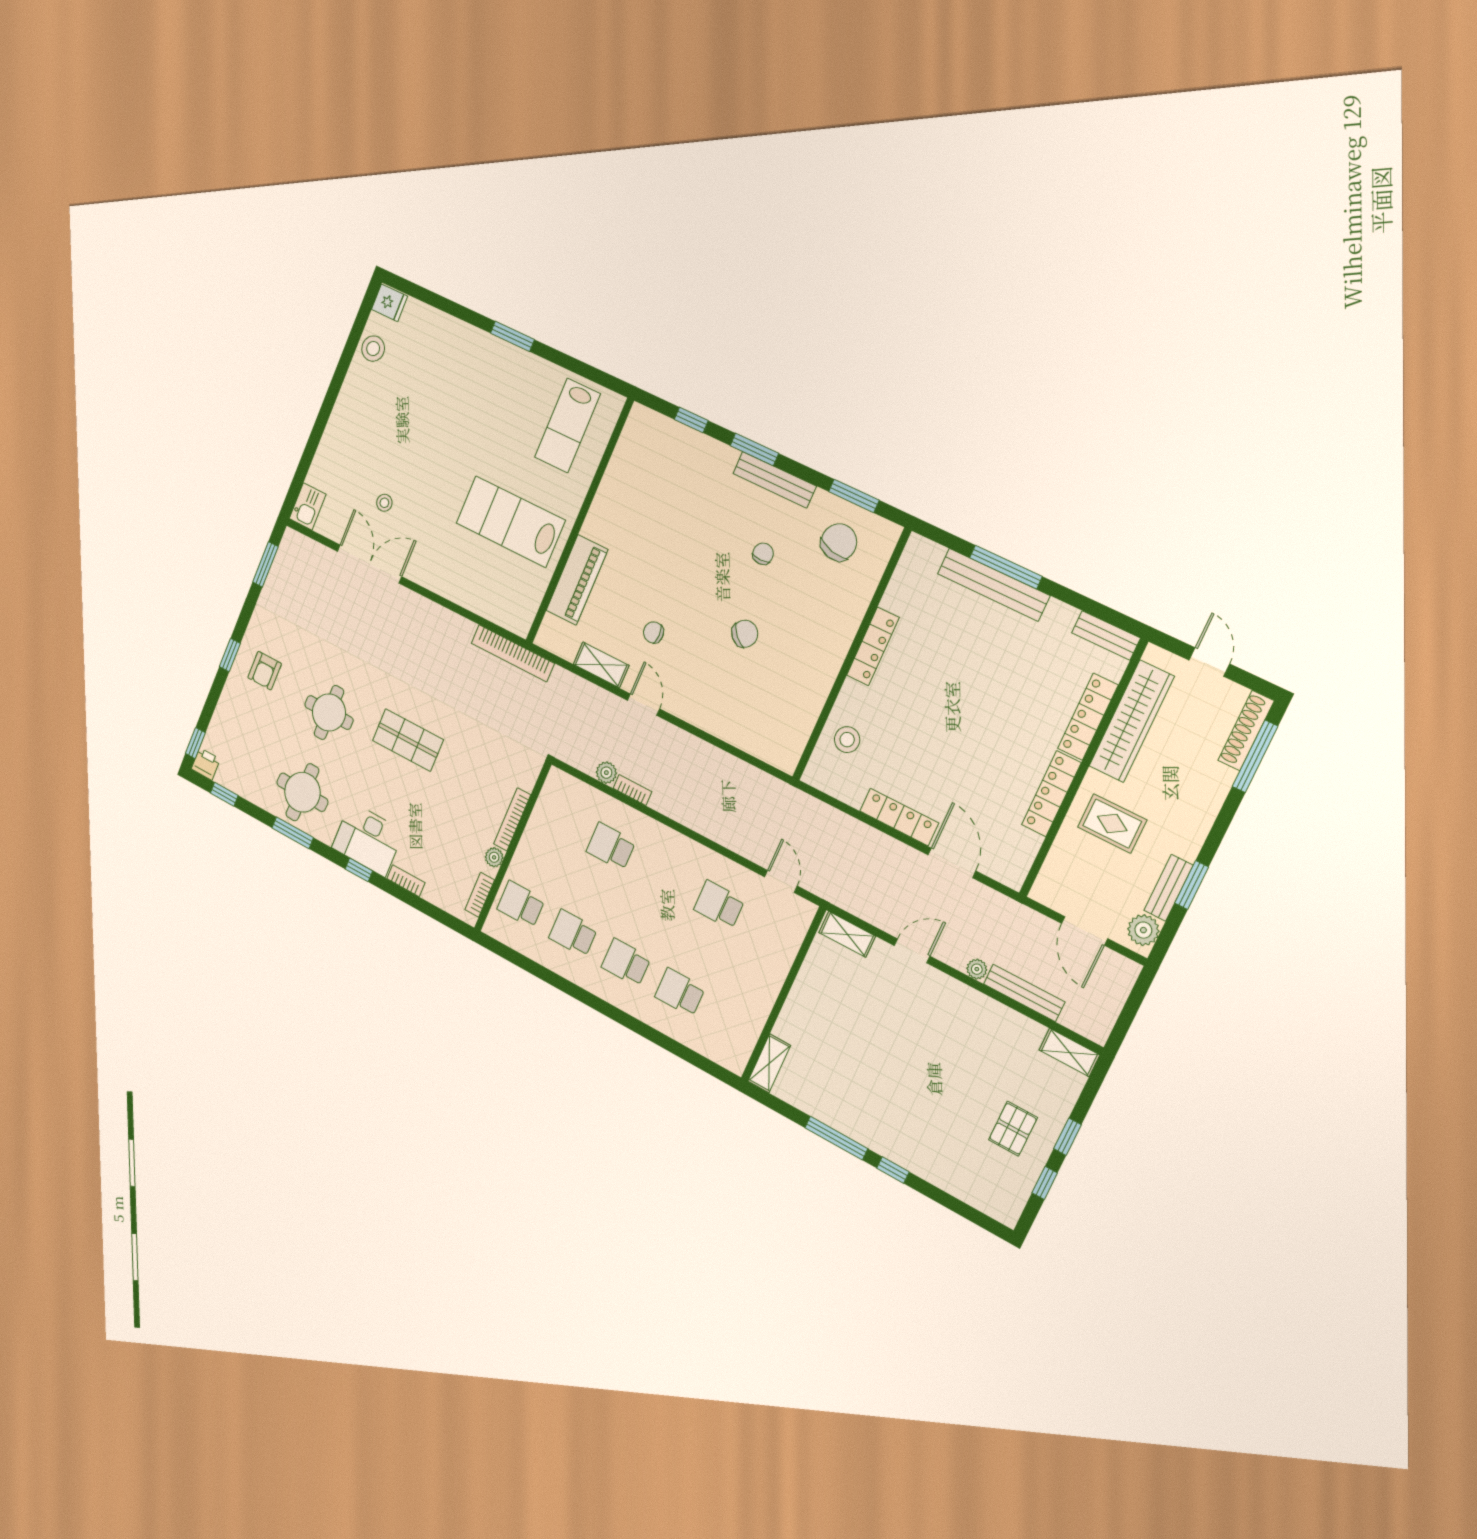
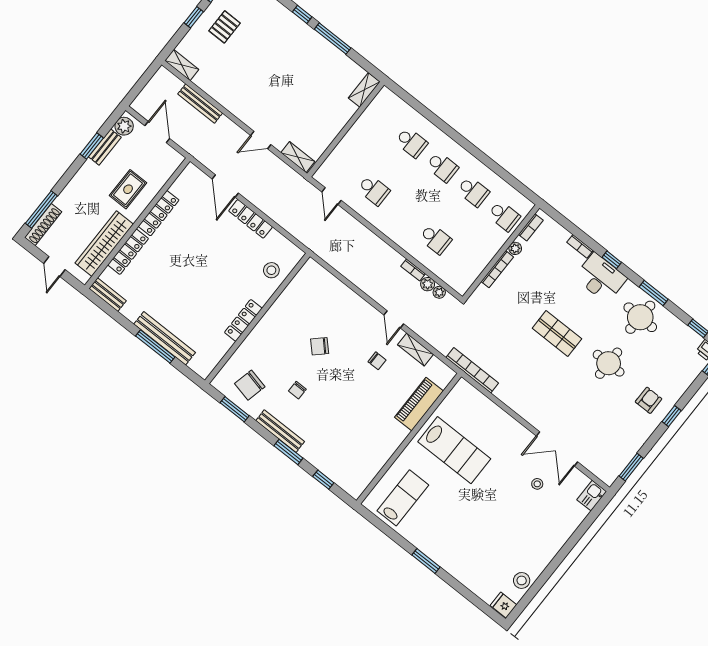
rug: (1112, 824) -> (128, 189), turned 90
plant: (977, 969) -> (439, 292), moved

